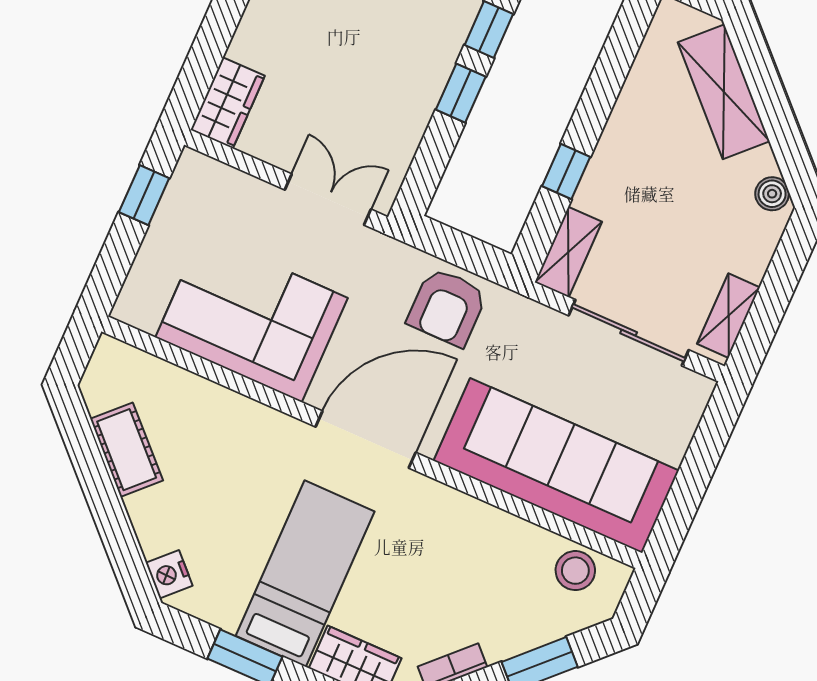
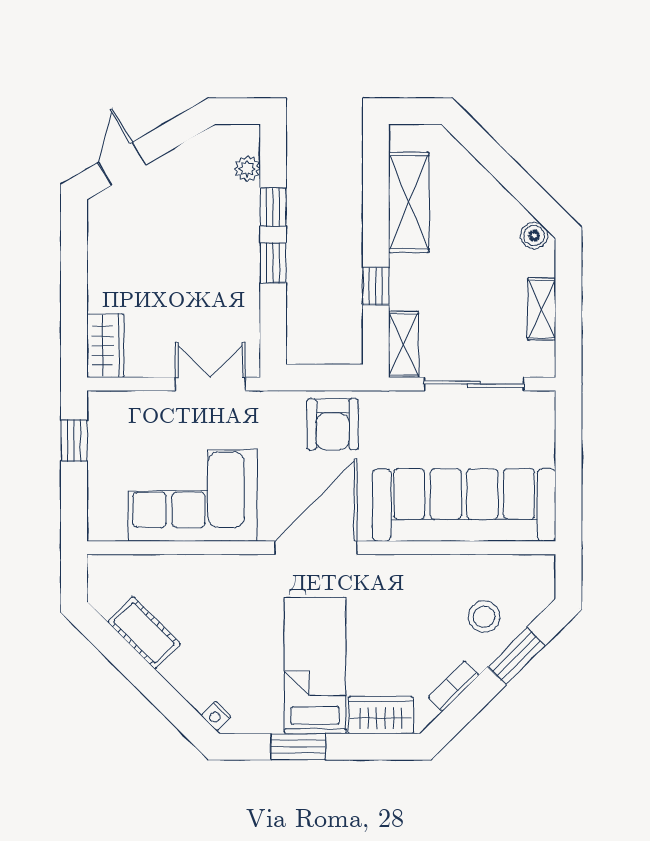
shelving: (724, 92) -> (409, 202), moved, turned 45
shelving: (729, 316) -> (542, 309), moved
stool: (575, 571) -> (484, 617), moved
nightstand: (169, 574) -> (216, 716), width x0.72, depth x0.74

